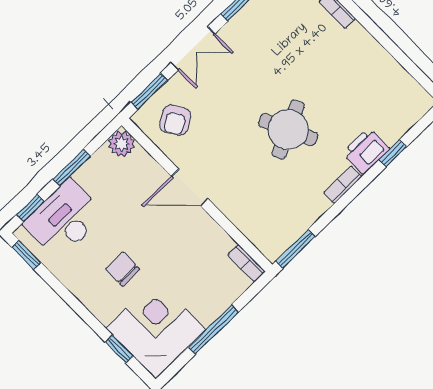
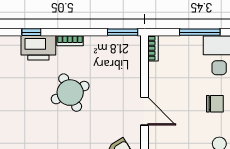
printer: (366, 151) -> (38, 48), width x1.37, depth x1.19
chair: (123, 269) -> (215, 104), turned -90

